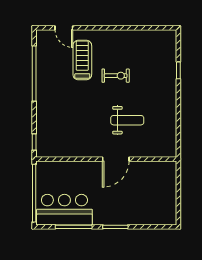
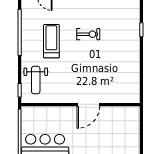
treadmill: (82, 60) -> (51, 41), moved
weight bench: (127, 120) -> (36, 80), moved, turned 90

